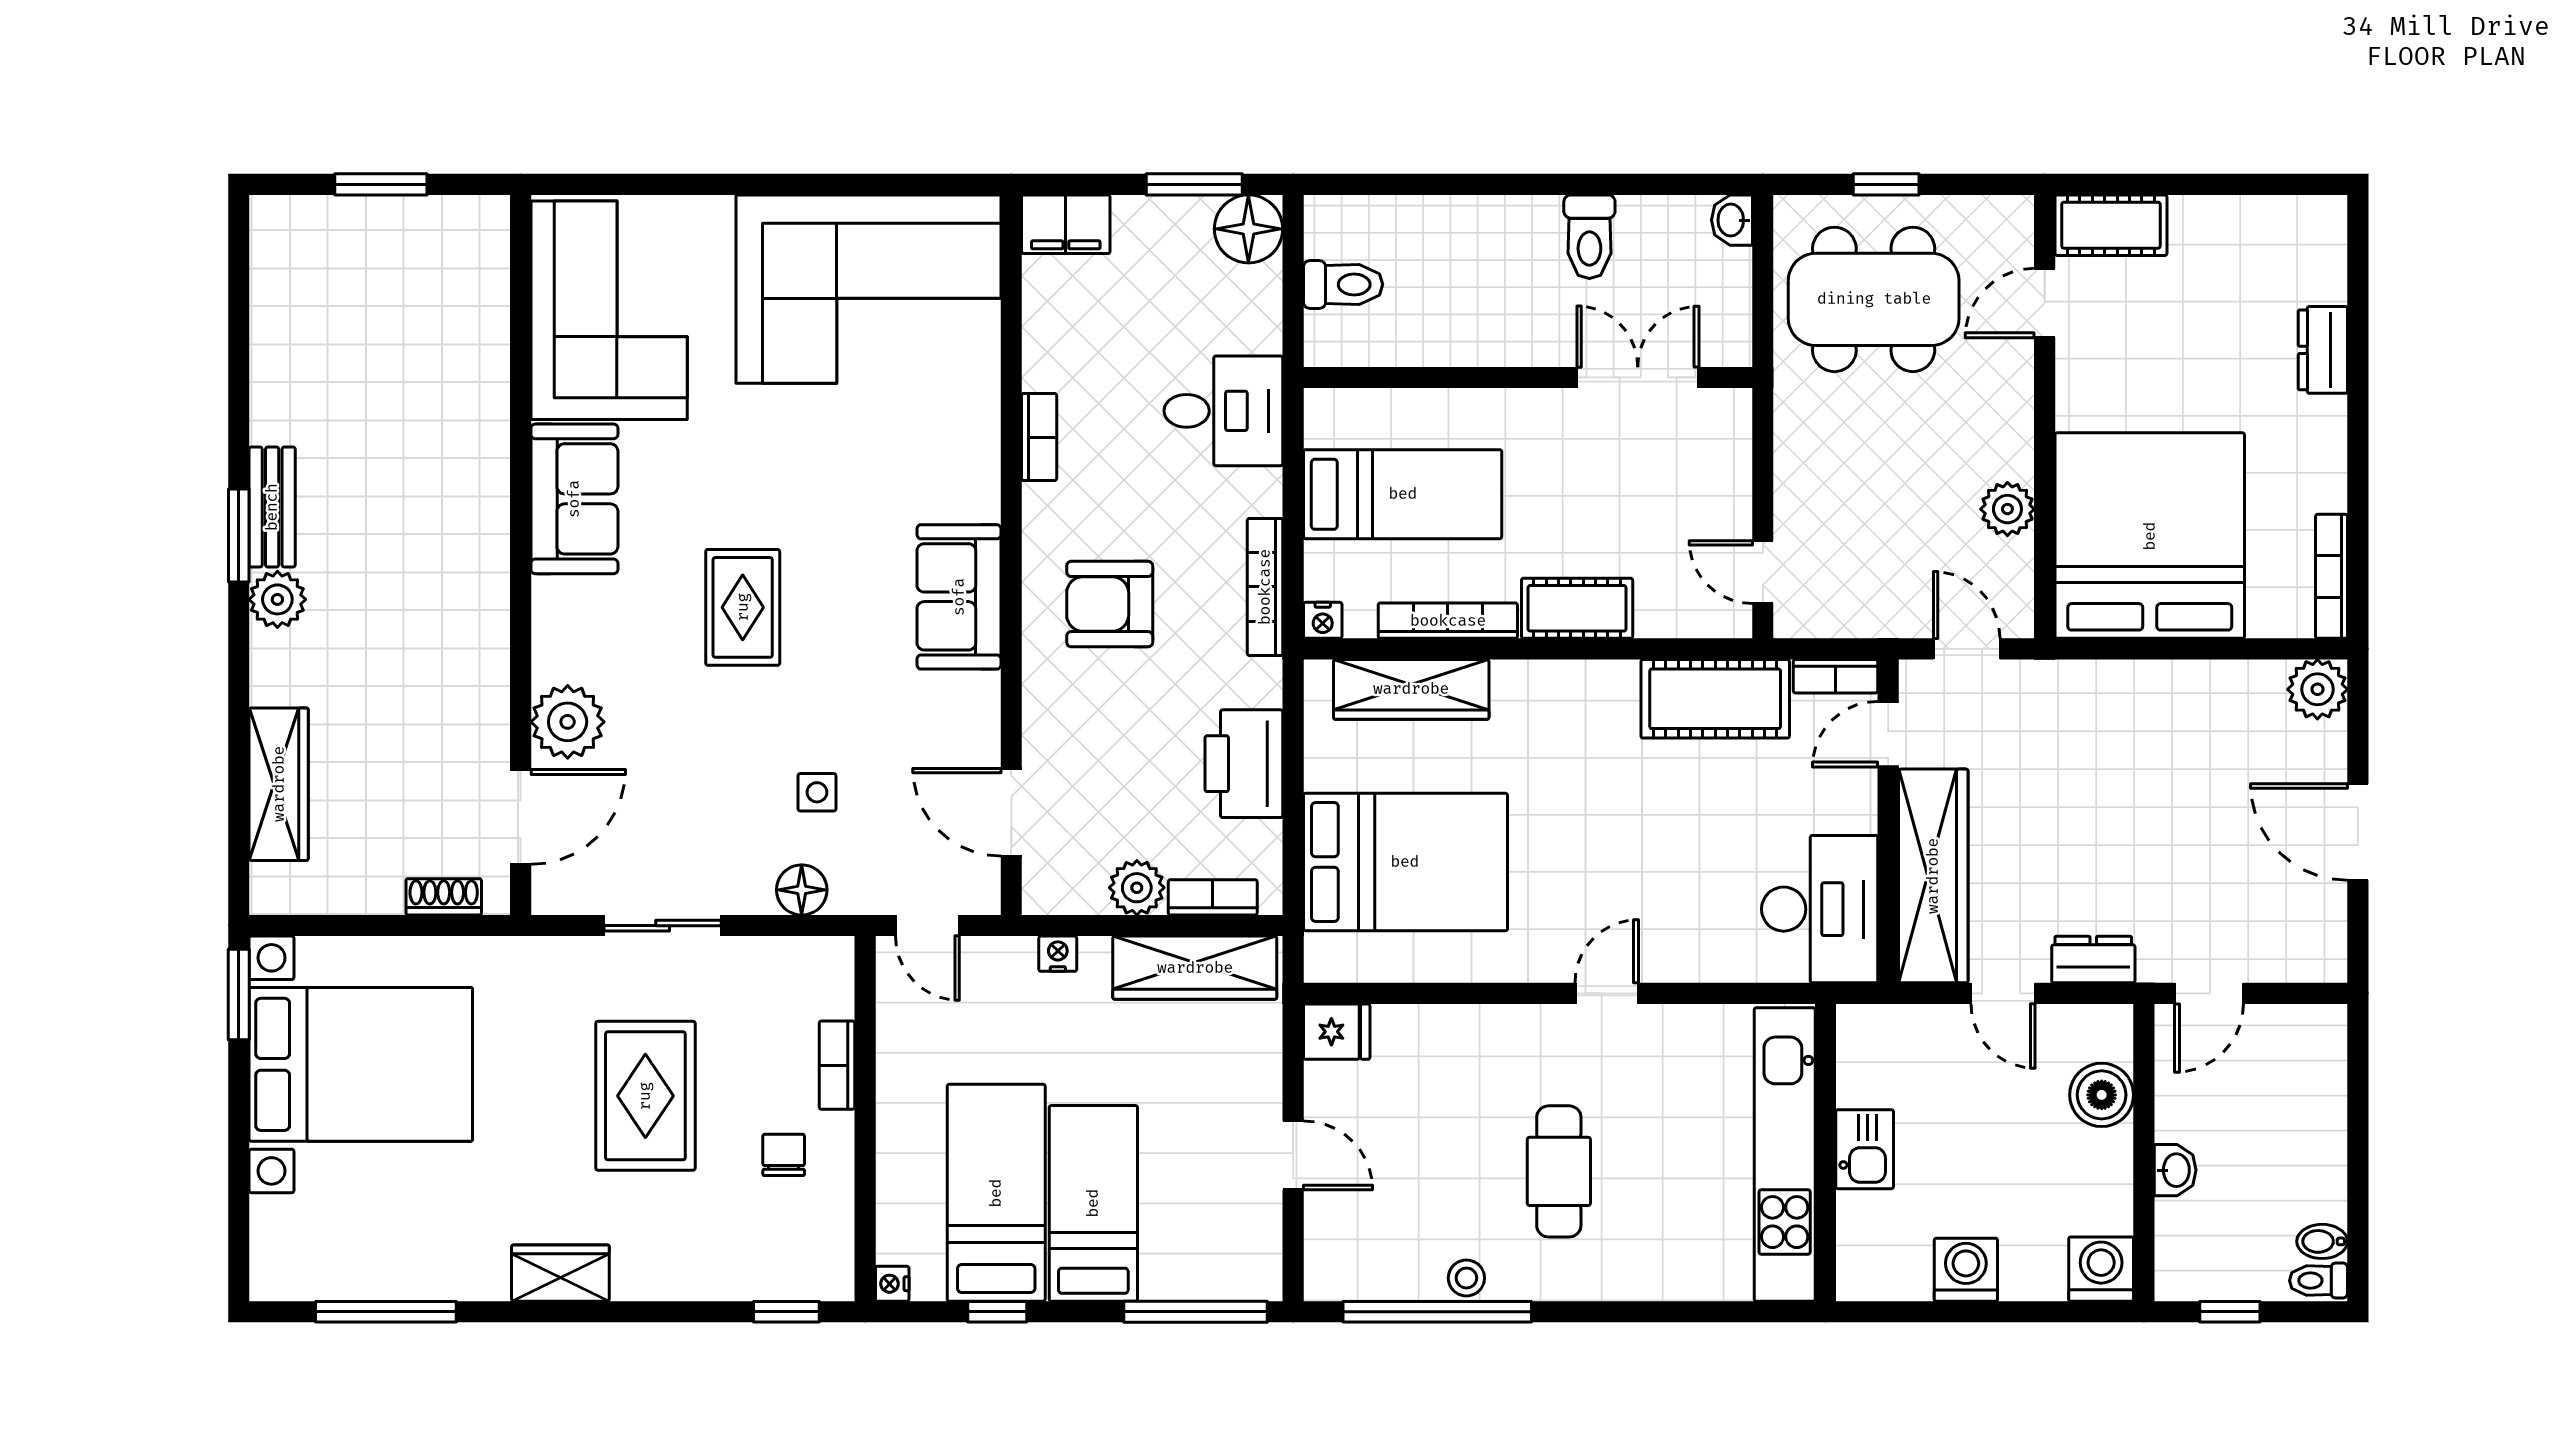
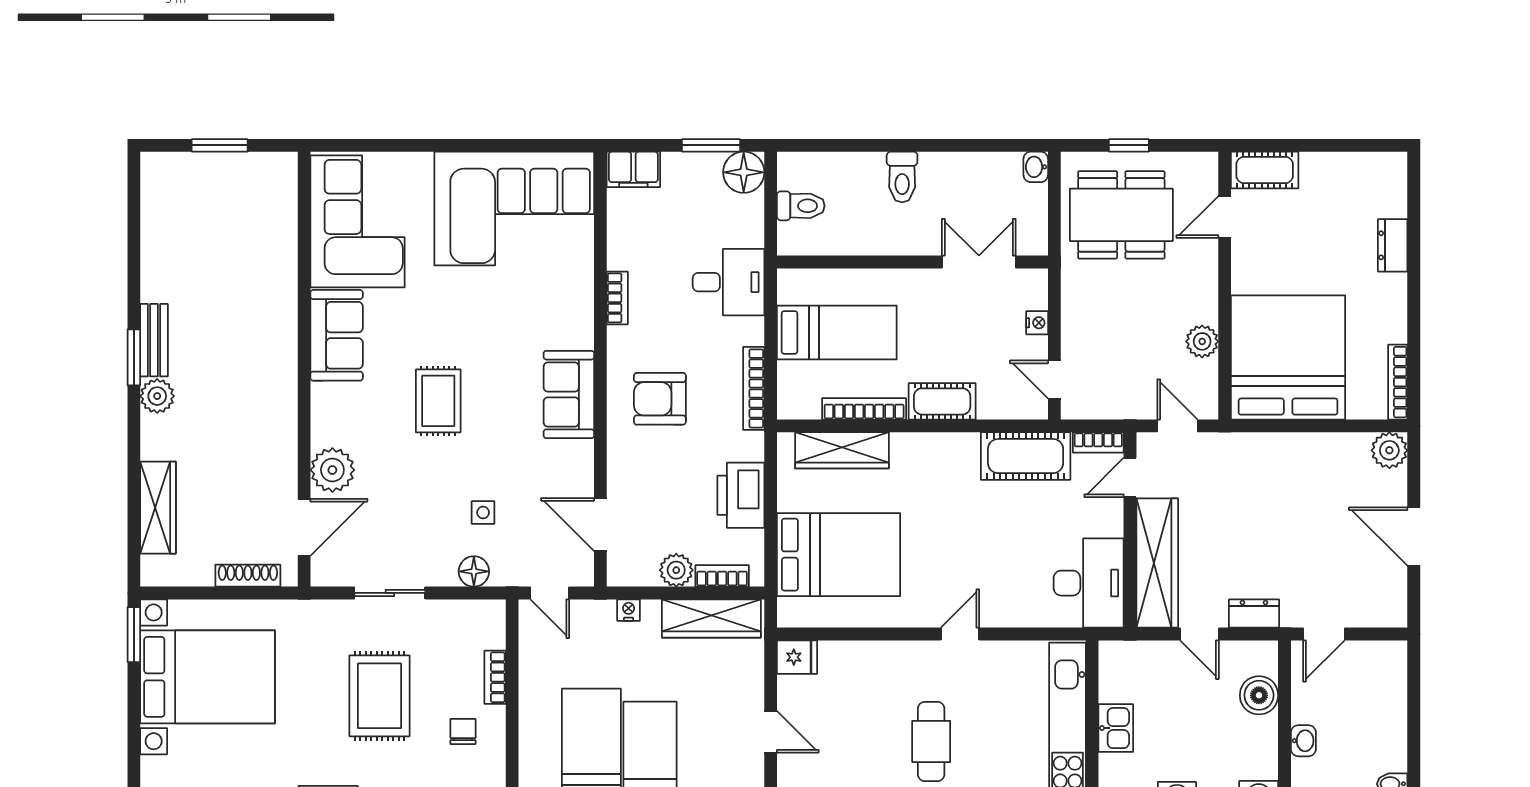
toilet: (1589, 237) -> (902, 177), moved
nightstand: (1323, 620) -> (1037, 323), moved, turned -90
shoe rack: (444, 897) -> (248, 576), width x1.43

